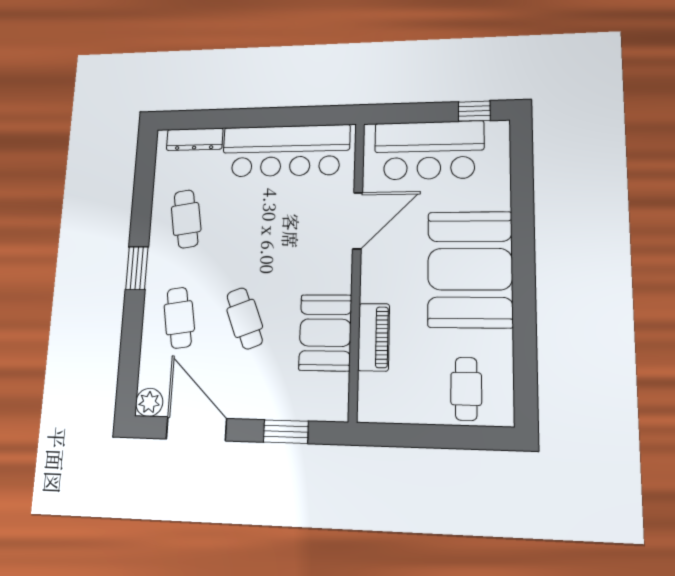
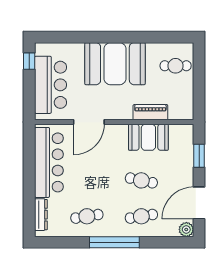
door: (358, 221) -> (89, 122), swing flipped
window: (137, 268) -> (114, 242), width x2.11
cafe table: (245, 318) -> (141, 180), turned 33

